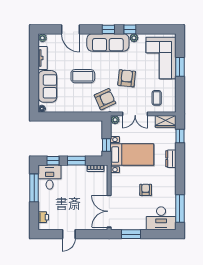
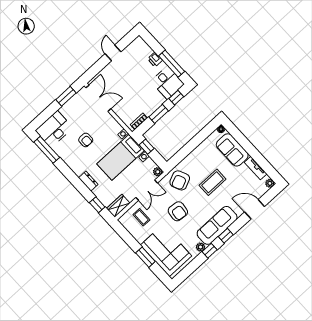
double door: (135, 114) -> (147, 190), swing flipped
printer: (43, 217) -> (155, 59), moved

